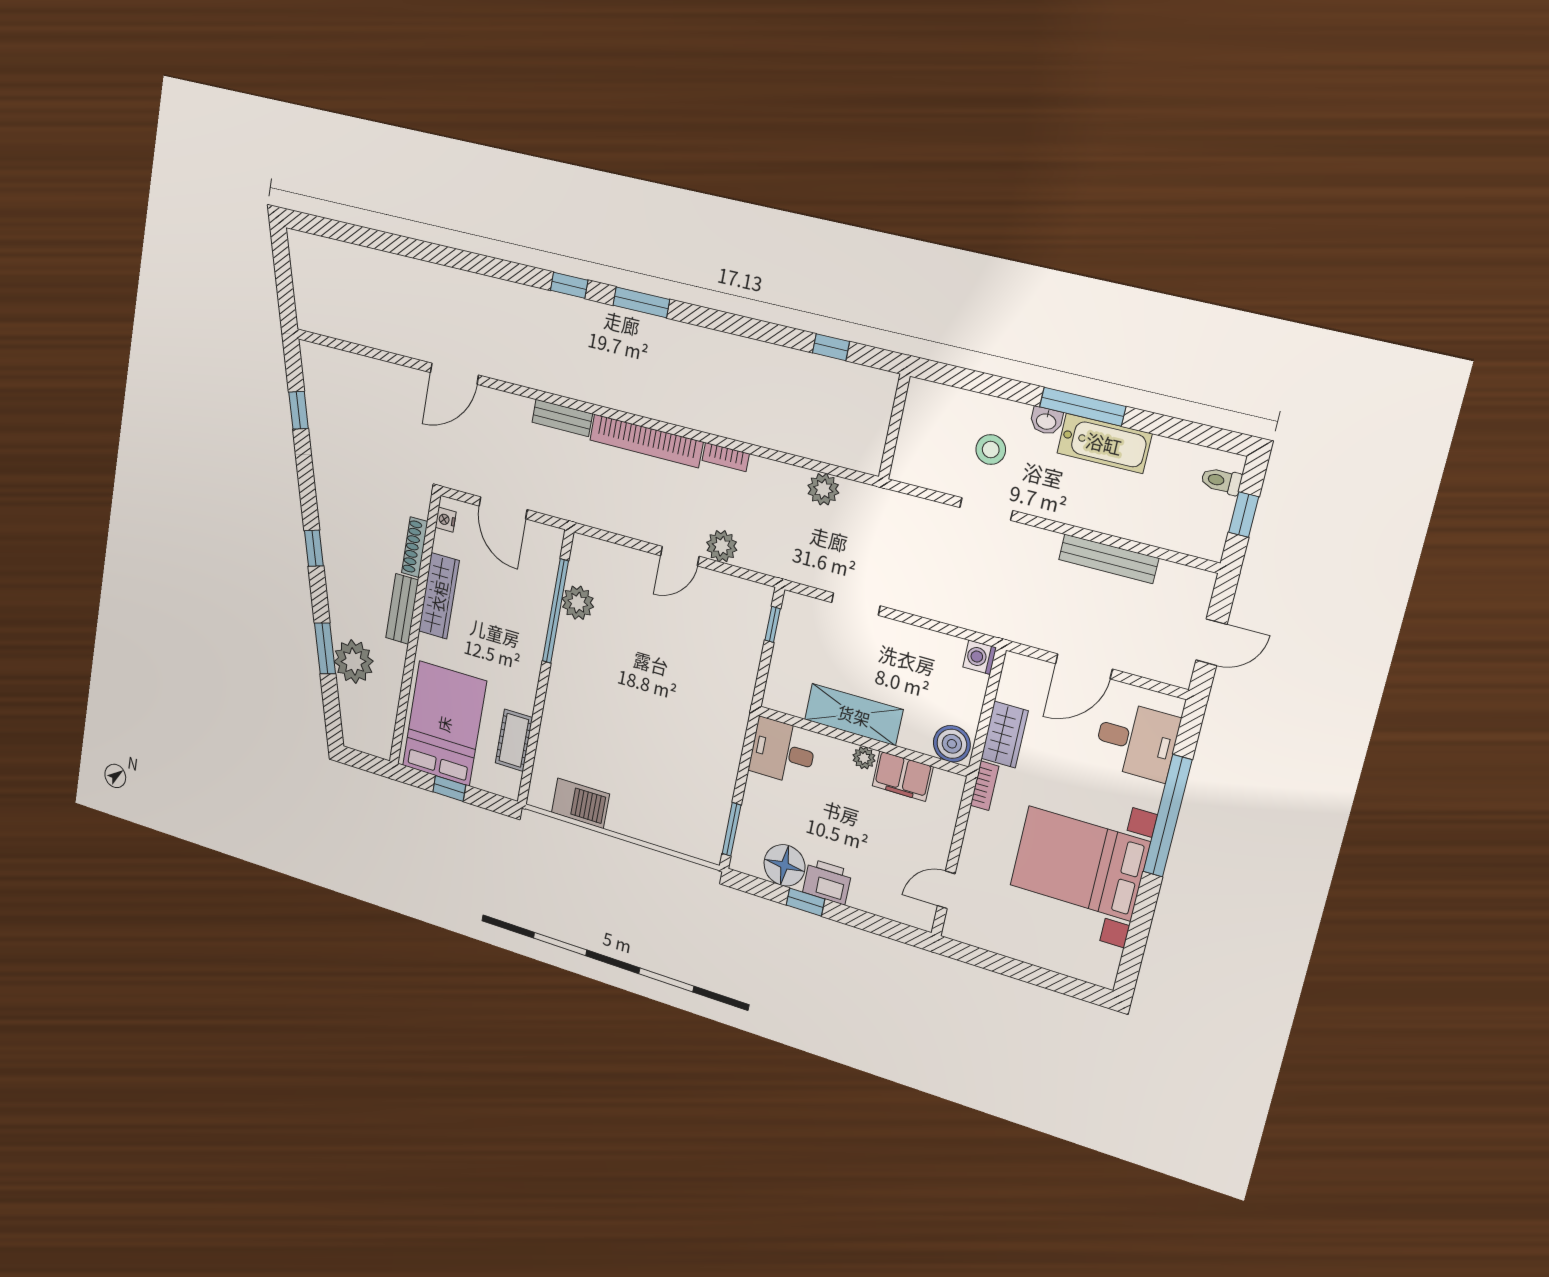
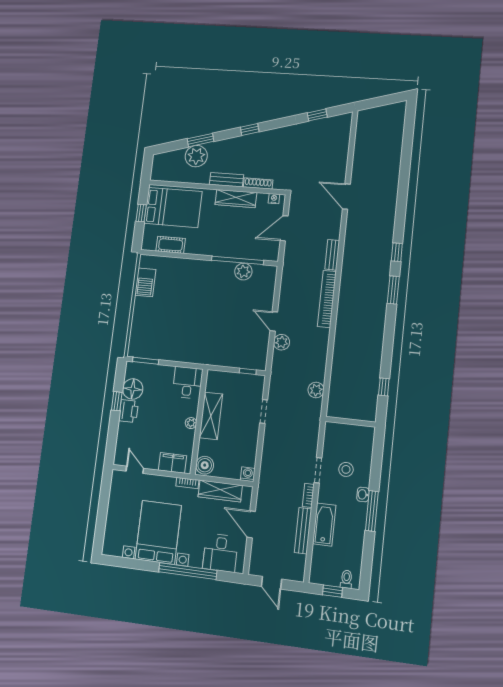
bathtub: (1104, 443) -> (324, 524), moved, turned 180
bookcase: (726, 457) -> (308, 495), moved
wardrobe: (1005, 735) -> (220, 491), width x1.50
filing cabinet: (903, 776) -> (172, 463), moved, turned 90

